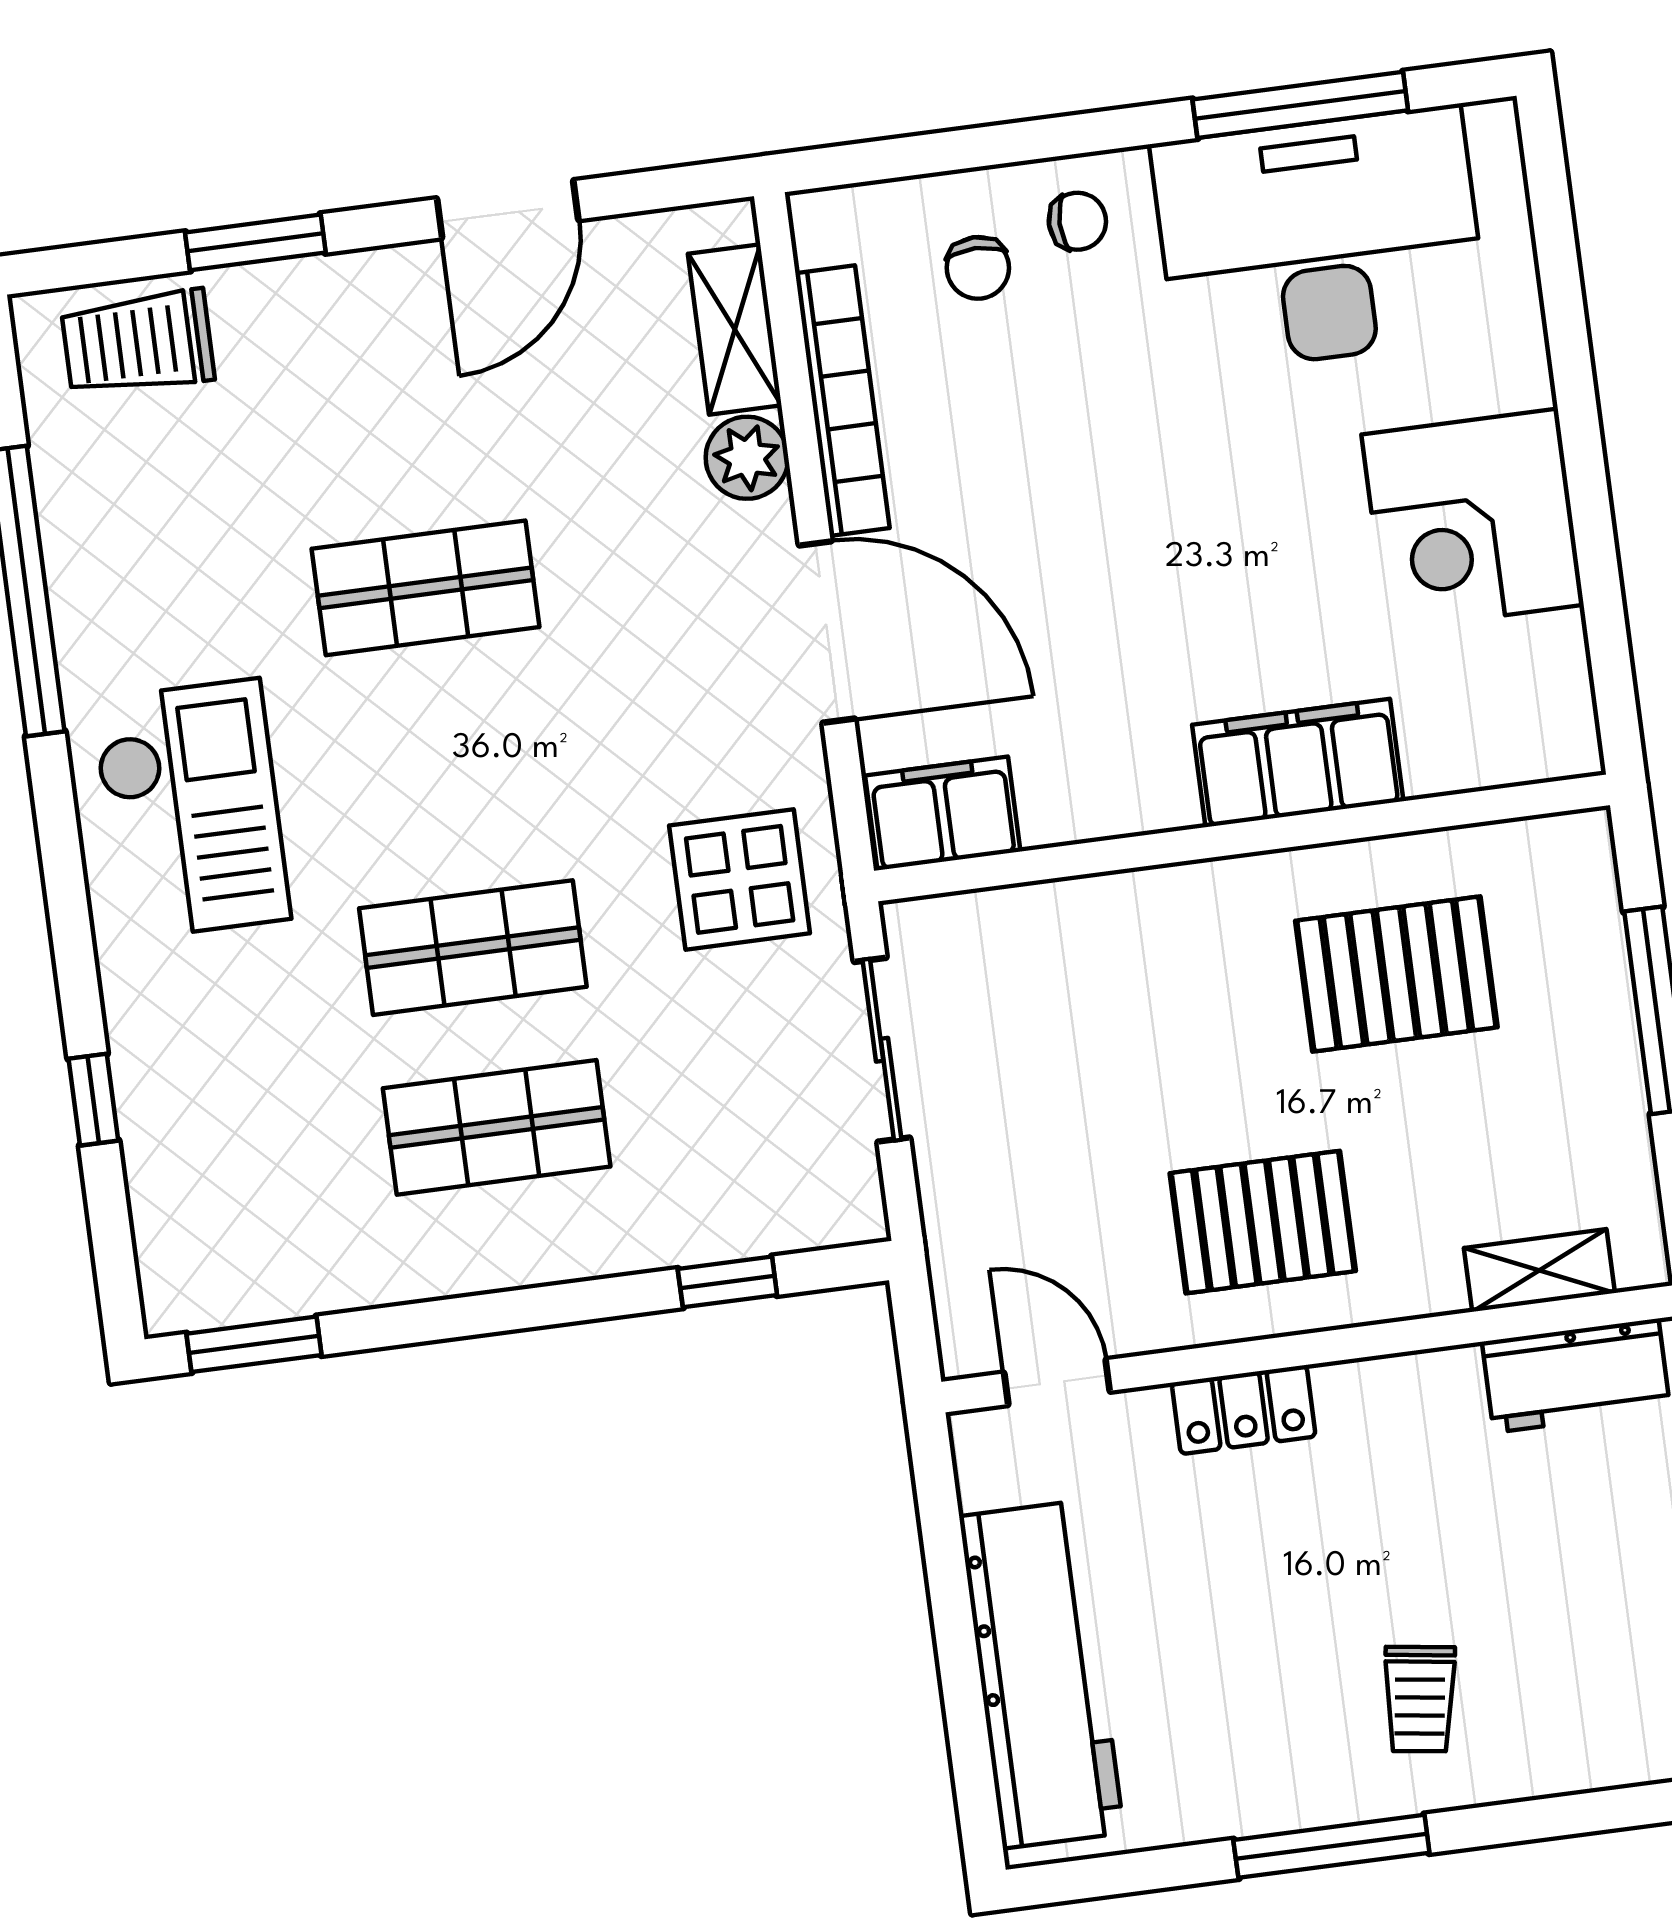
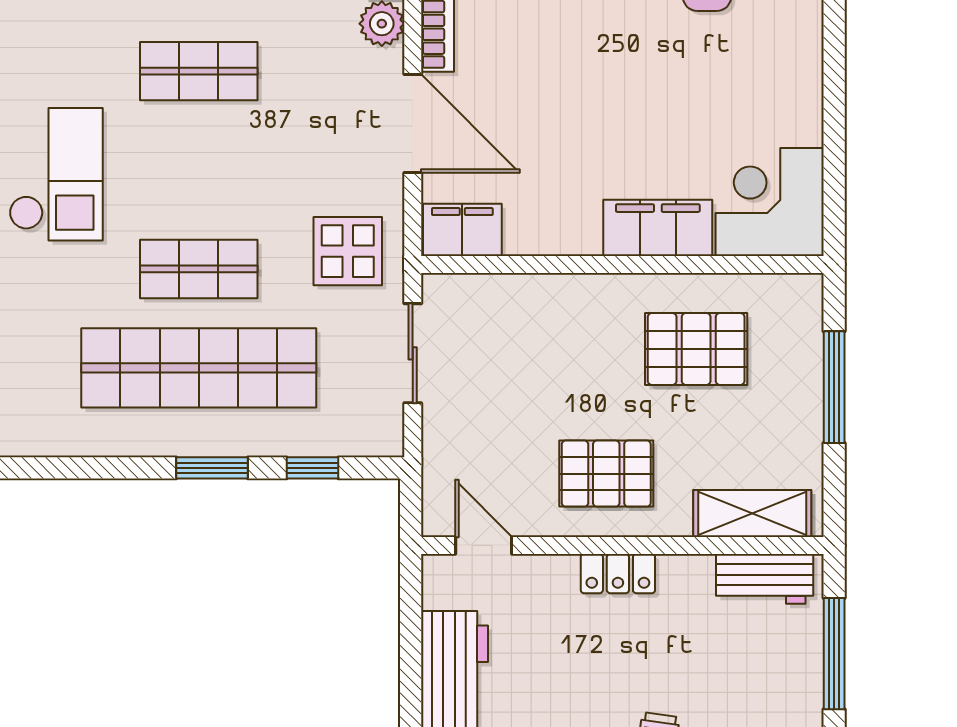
corner desk: (1473, 520) -> (770, 202), moved, turned 90
shop shelf: (497, 1127) -> (199, 368), width x2.00, depth x1.36
shelving: (1539, 1270) -> (752, 514), width x1.50, depth x1.33
window: (254, 1344) -> (212, 468), moved
locker: (1244, 1410) -> (618, 574), moved

